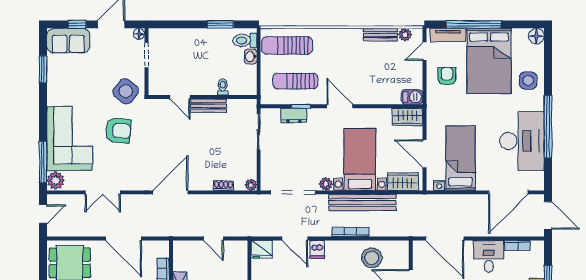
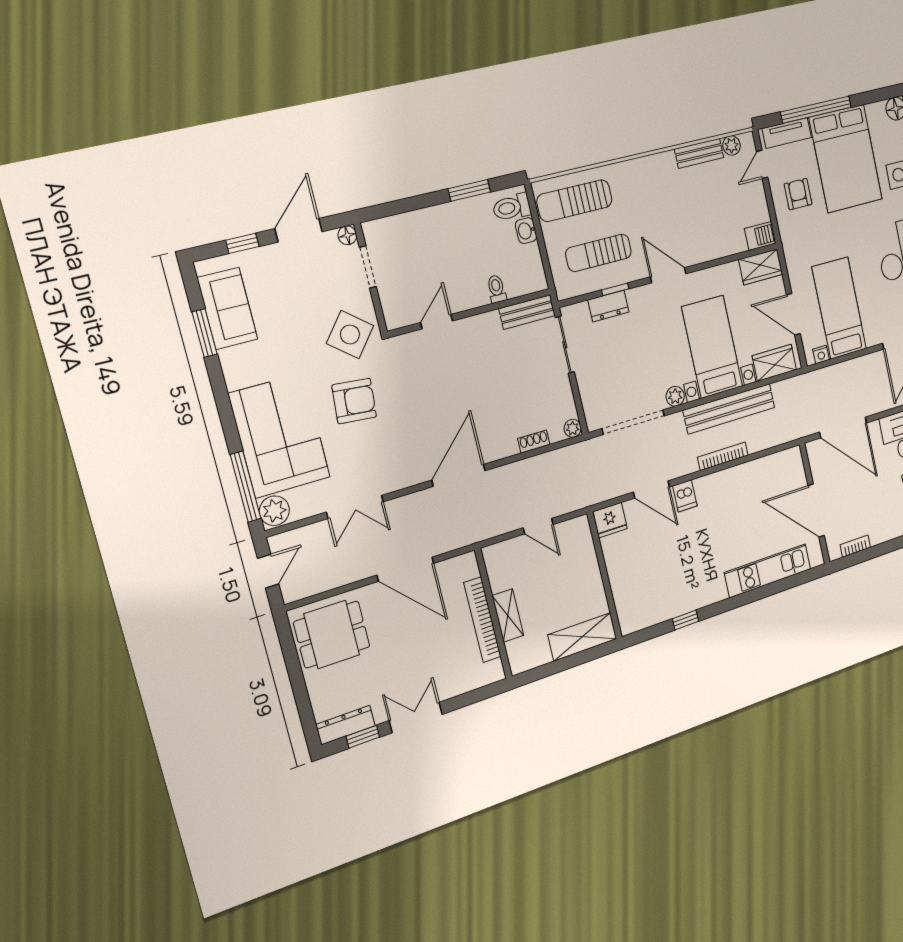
sofa: (68, 41) -> (227, 308), moved, turned -90
door: (180, 97) -> (437, 322), swing flipped
bench: (208, 106) -> (527, 312), moved
stool: (372, 258) -> (758, 485), removed

